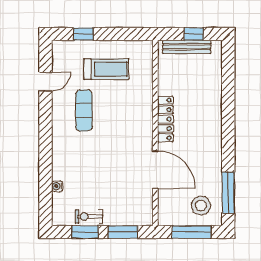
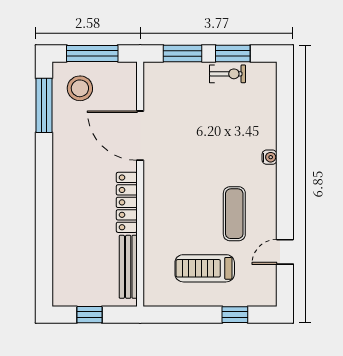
bench: (187, 47) -> (128, 267), moved, turned 90
water cooler: (57, 186) -> (270, 157), moved

